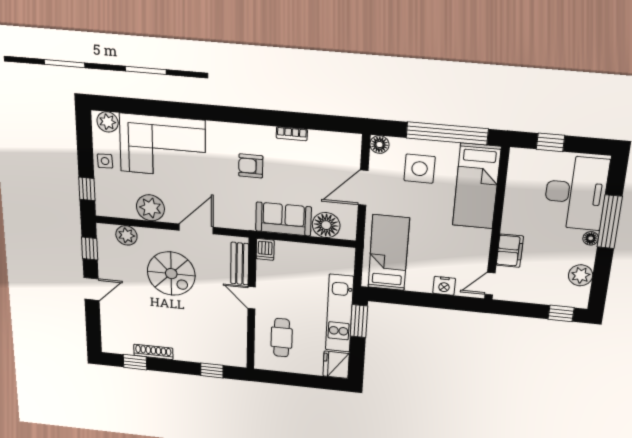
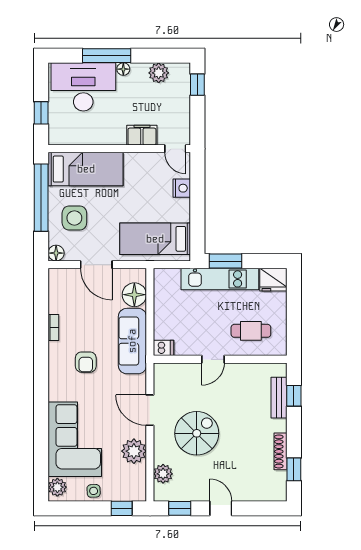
sofa: (284, 219) -> (132, 341), width x1.36
bench: (240, 264) -> (279, 398), moved, turned 90

